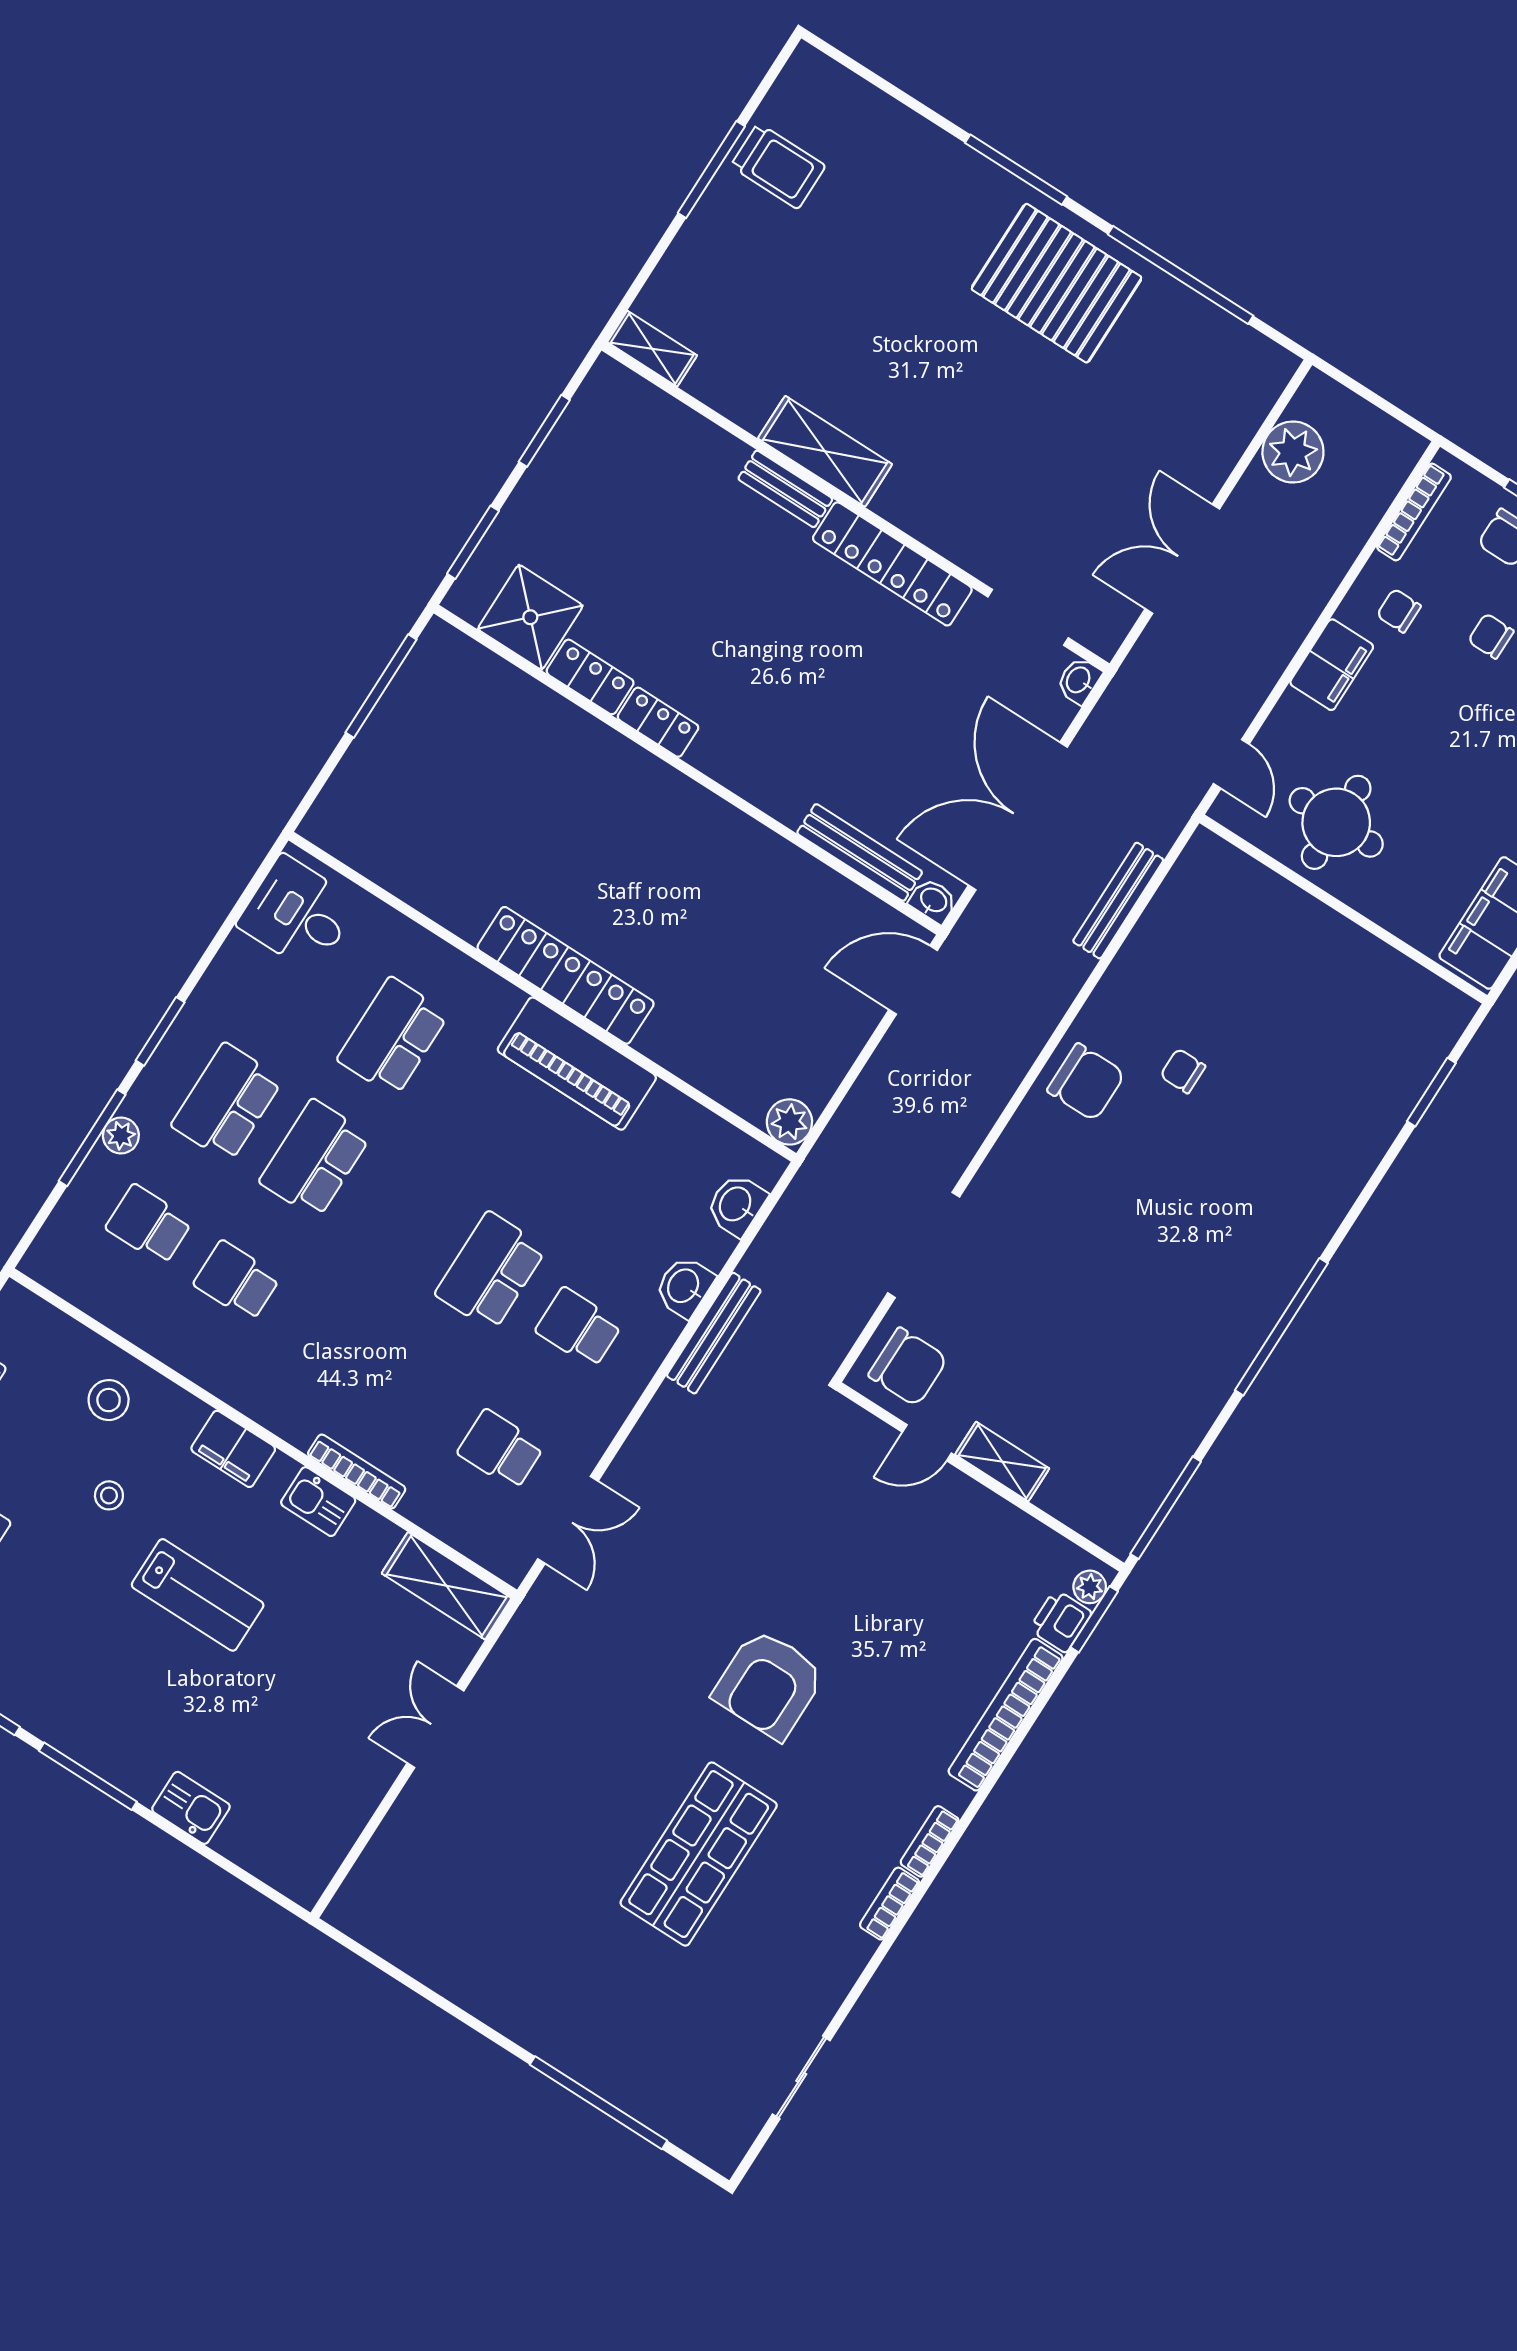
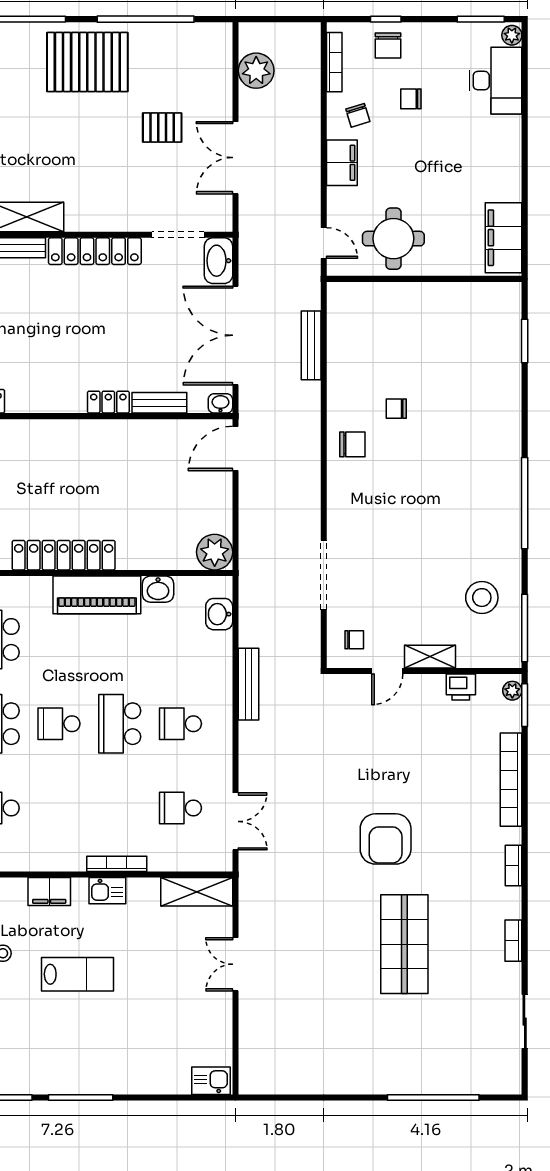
pallet: (1104, 447) -> (162, 127), added
chair: (1399, 611) -> (358, 115), turned -107
washbasin: (1079, 680) -> (218, 261), width x1.91, depth x1.45
locker: (658, 722) -> (108, 402), moved
bench: (860, 852) -> (159, 403), width x0.73
chair: (1086, 1082) -> (352, 444), width x0.73, depth x0.73
plant: (789, 1122) -> (215, 552), width x1.36, depth x1.36
school desk: (403, 1215) -> (59, 724), added
washbasin: (684, 1287) -> (158, 589), moved, turned -90
chair: (908, 1367) -> (354, 640), width x0.54, depth x0.54
stool: (1132, 1424) -> (482, 598), added
printer: (1060, 1621) -> (461, 687), moved, turned -90
kitchen sink: (191, 1808) -> (211, 1081), moved
bookcase: (890, 1904) -> (513, 941), moved

